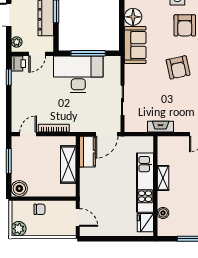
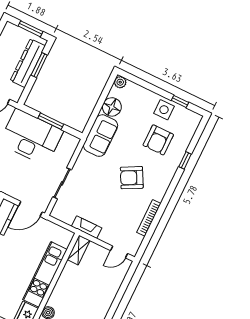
window: (88, 53) -> (51, 121), width x0.69
armchair: (178, 67) -> (132, 178), turned 74
shelving: (163, 178) -> (79, 250), moved

